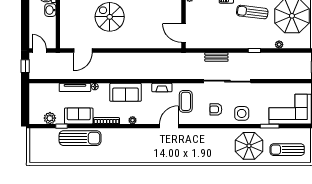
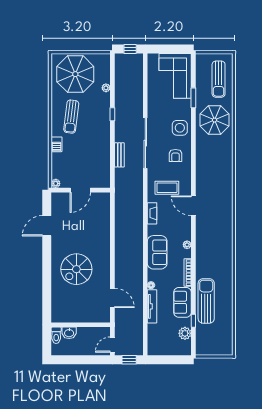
door: (183, 33) -> (80, 190), moved

